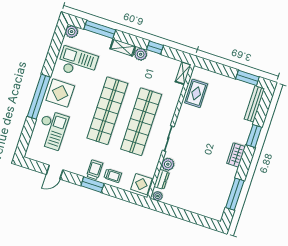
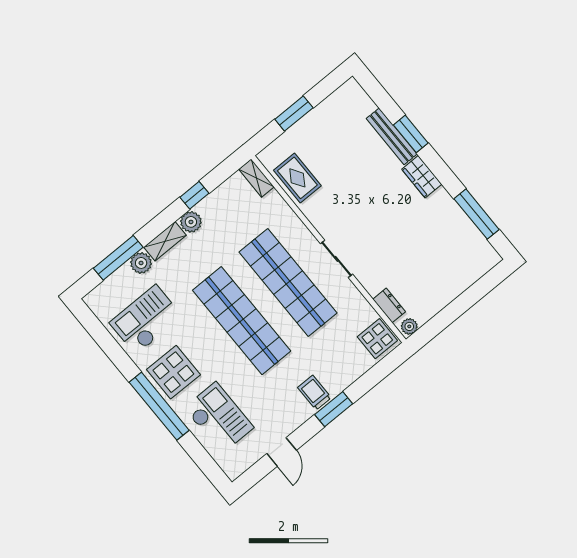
plant: (72, 32) -> (141, 263), moved
window: (247, 78) -> (294, 114), moved
bench: (254, 104) -> (392, 136), moved
plant: (168, 164) -> (373, 283), removed
trolley: (113, 176) -> (339, 372), removed

